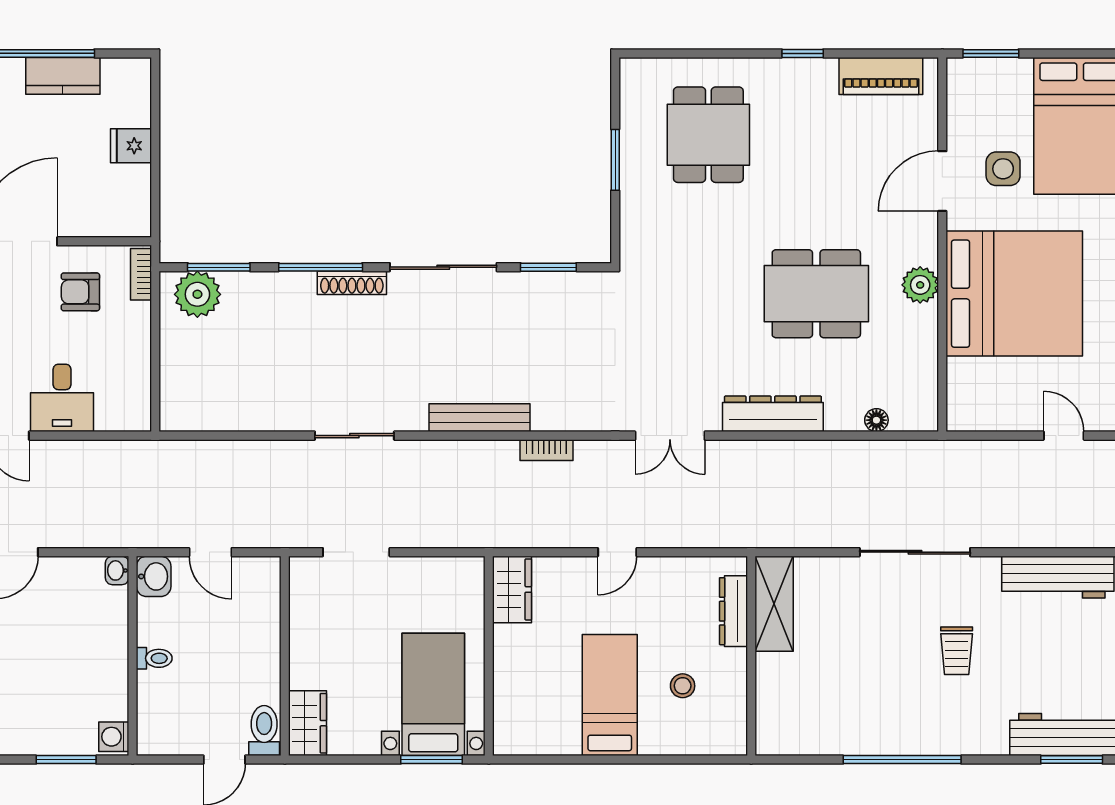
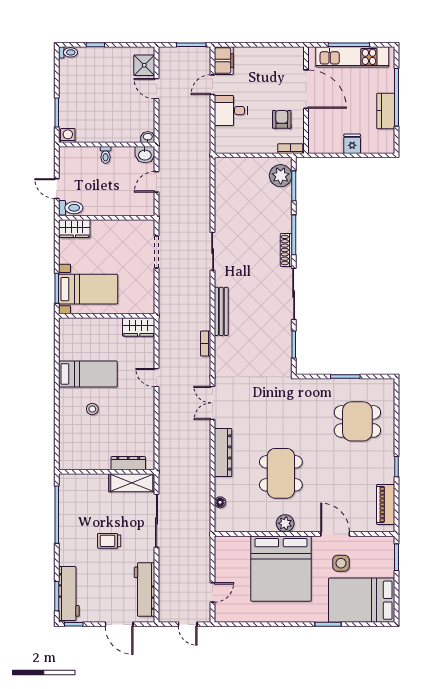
shelving: (774, 604) -> (132, 483), moved
dresser: (733, 611) -> (128, 463), moved
wall: (751, 656) -> (107, 472), moved

